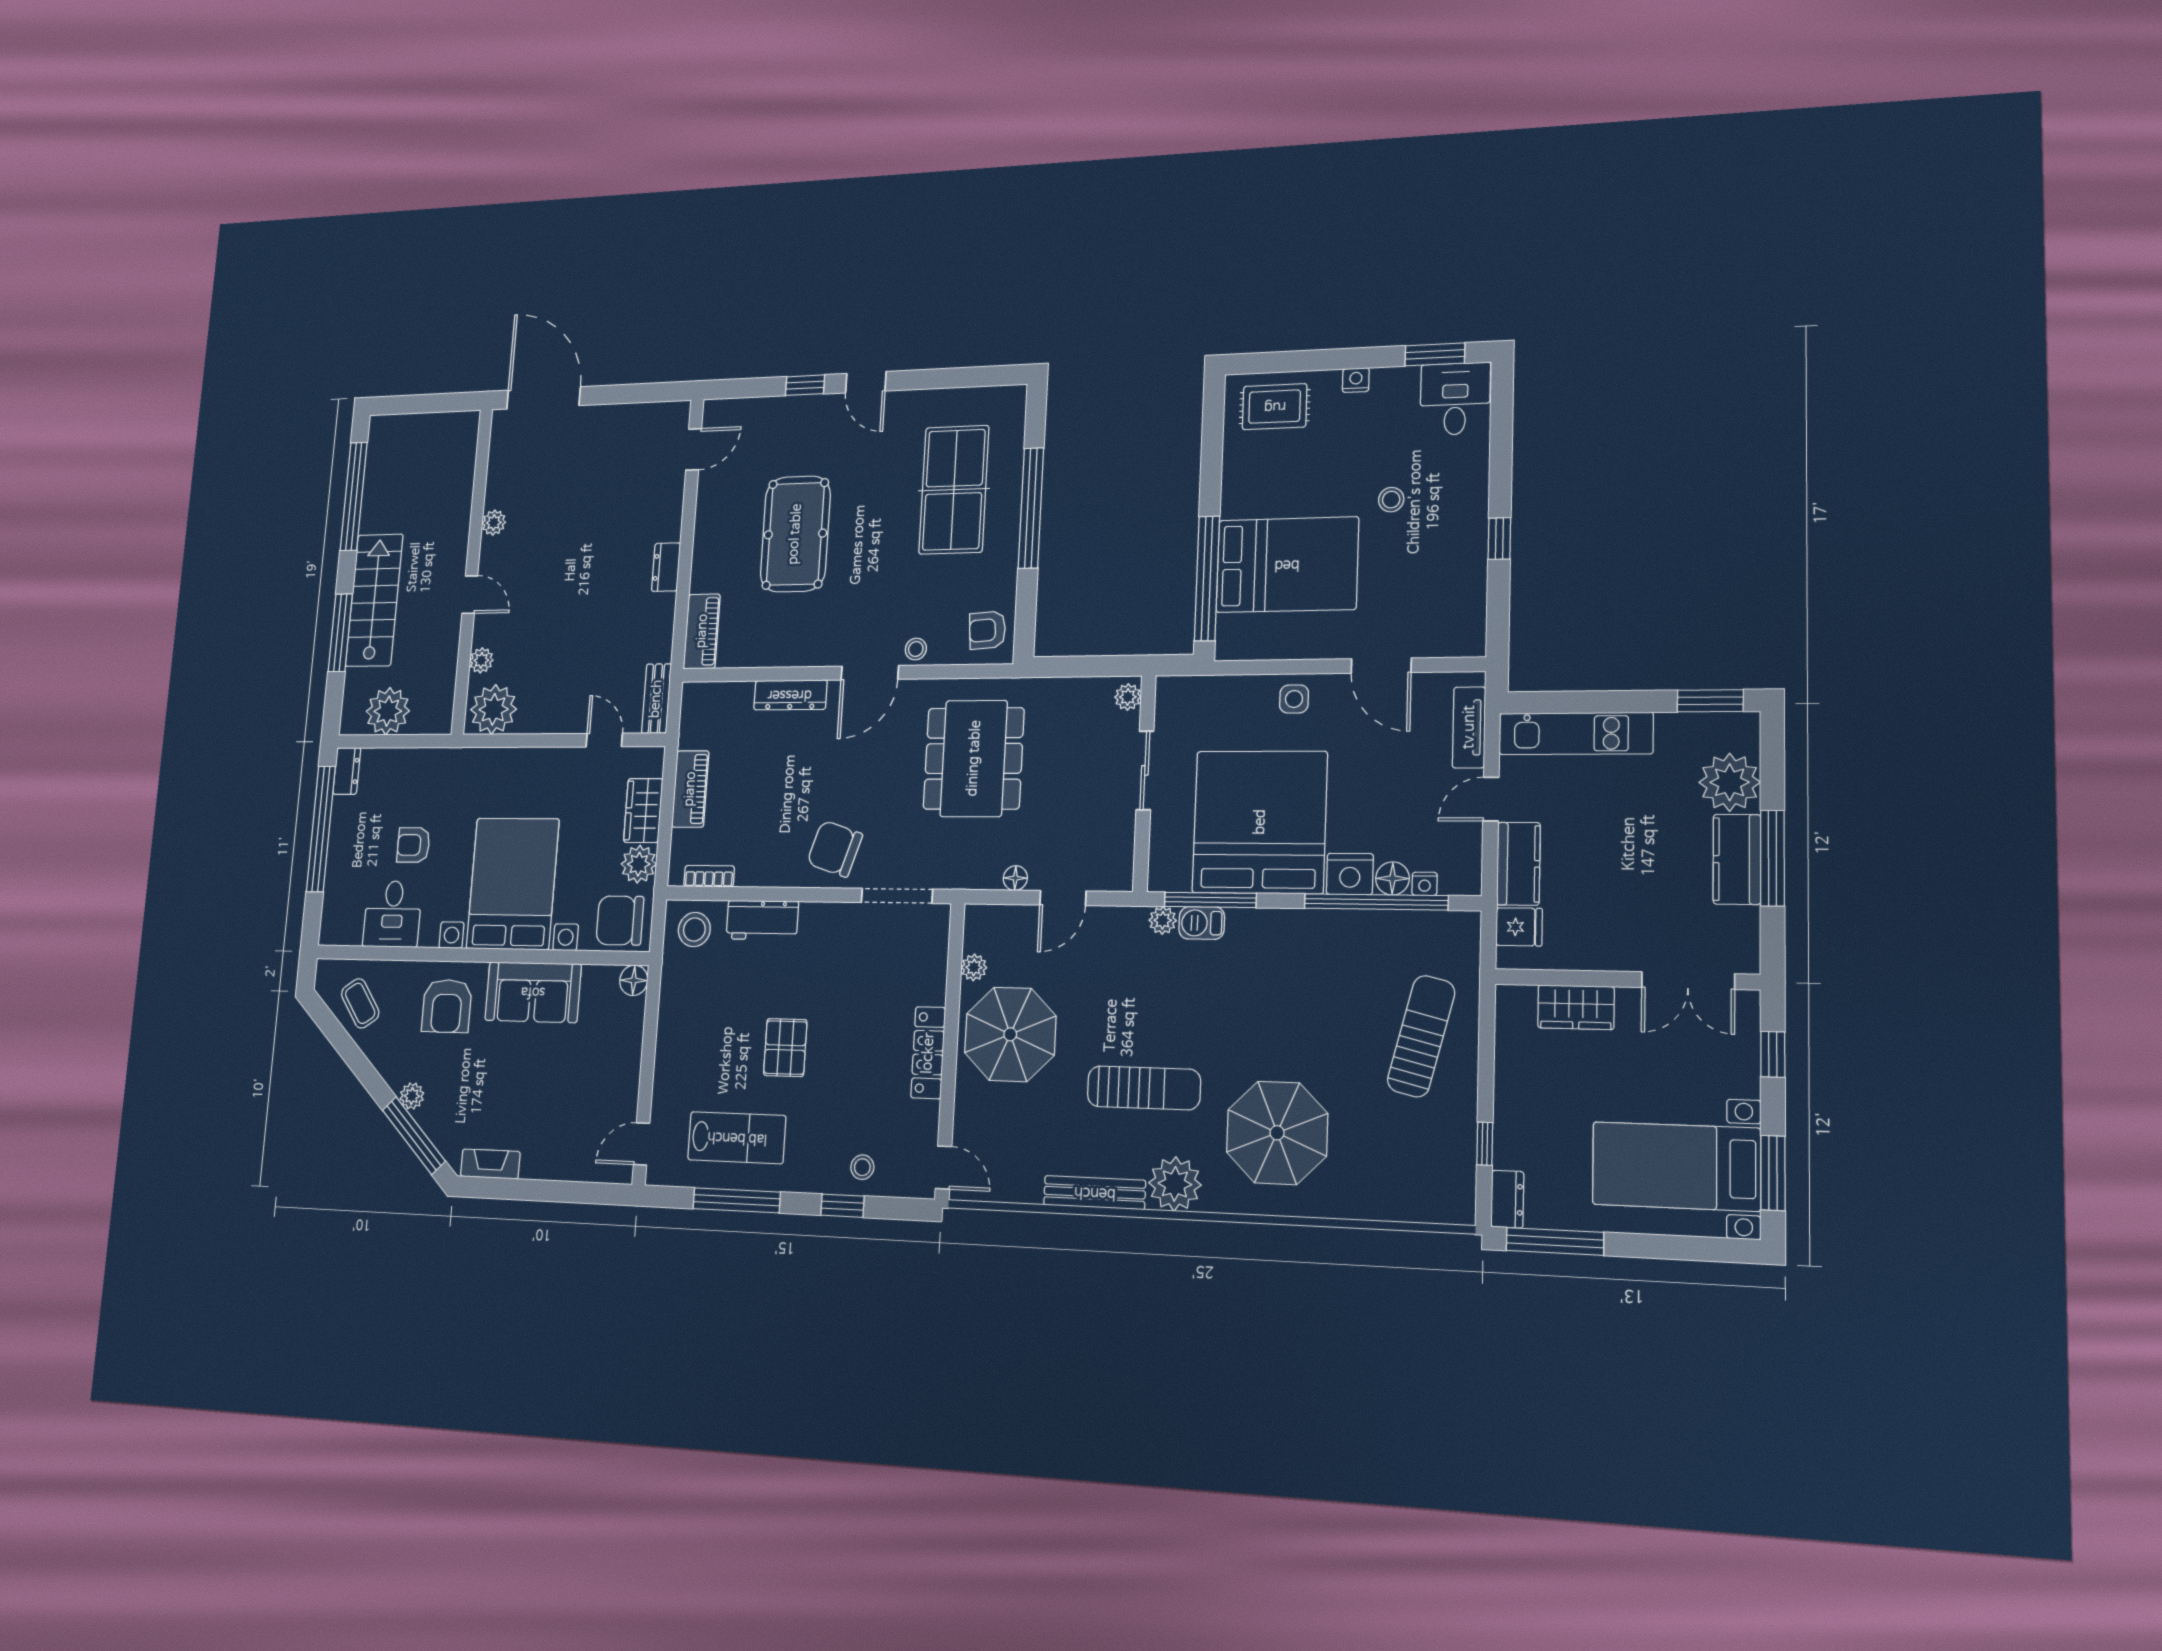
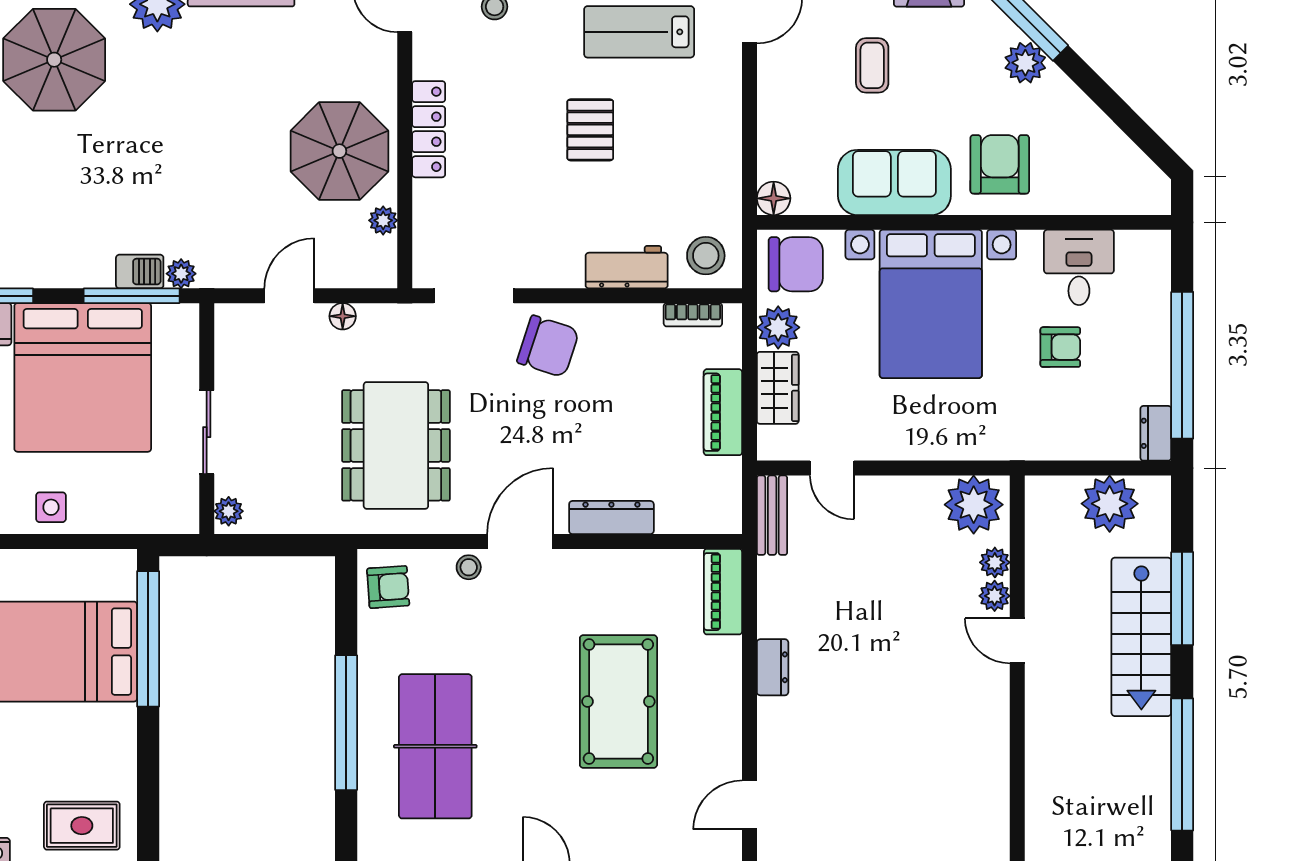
plant: (494, 523) -> (995, 596), moved
coffee table: (360, 1003) -> (872, 65), moved, turned 34
sun lounger: (1144, 1088) -> (194, 100), removed
plant: (412, 1096) -> (1025, 63), width x1.38, depth x1.38

